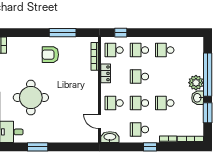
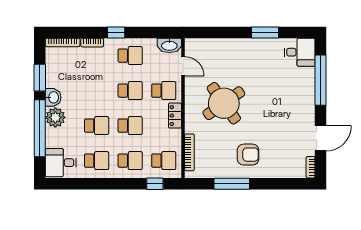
desk: (192, 49) -> (61, 163), added
locker: (106, 73) -> (175, 116), moved
round table: (31, 98) -> (224, 103), moved, turned -35
school desk: (165, 103) -> (97, 126), moved

